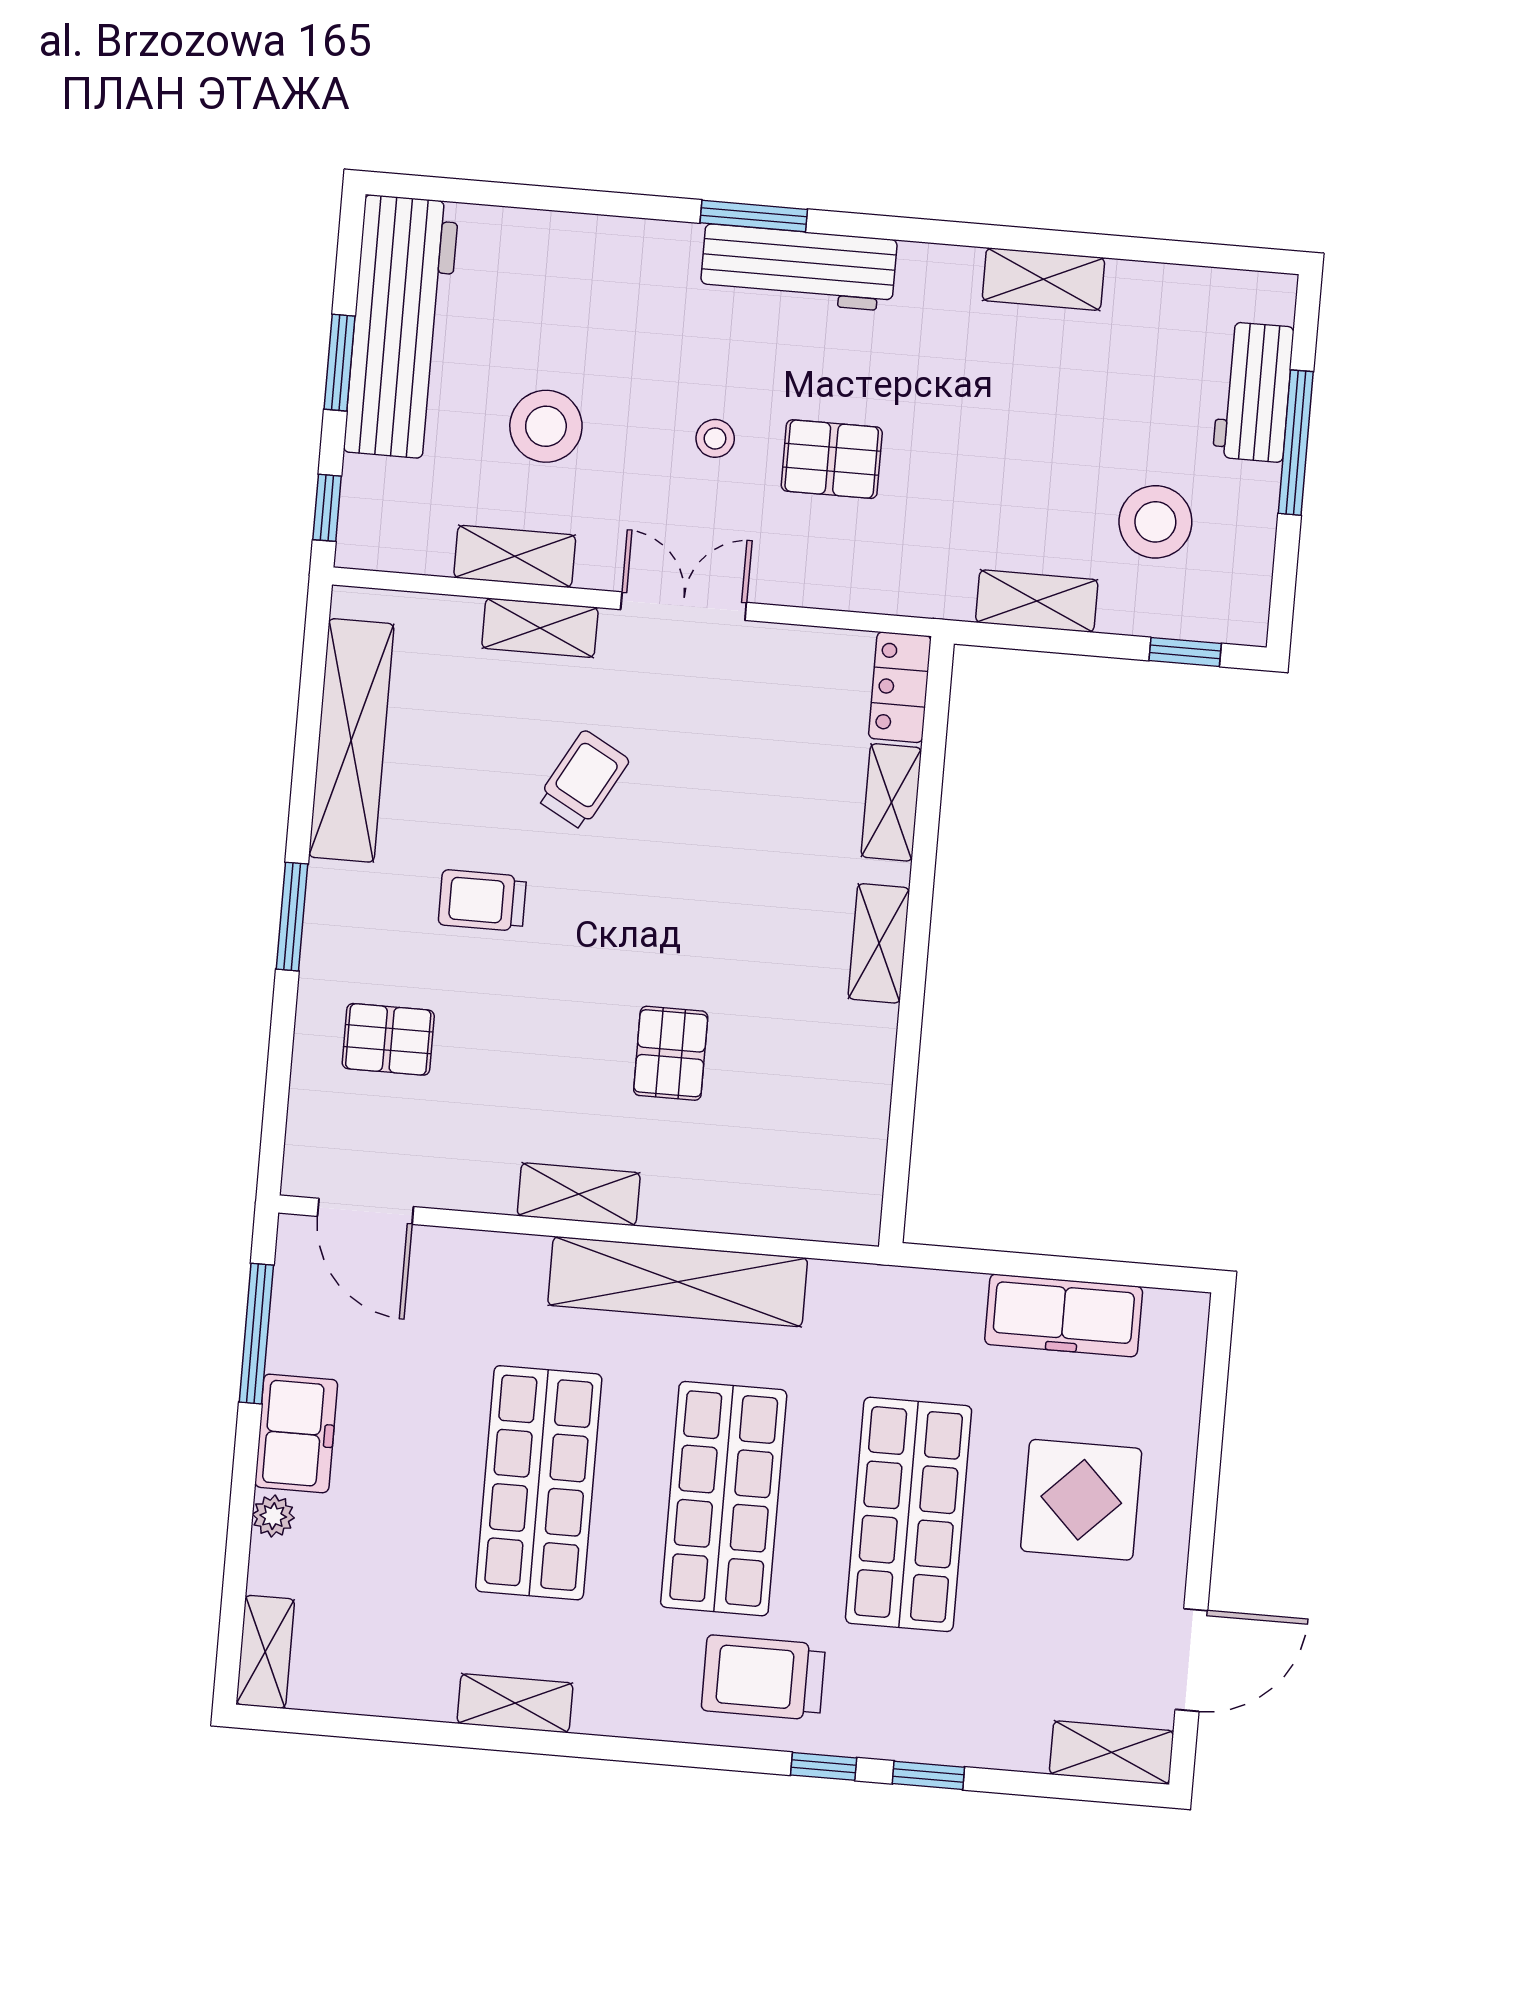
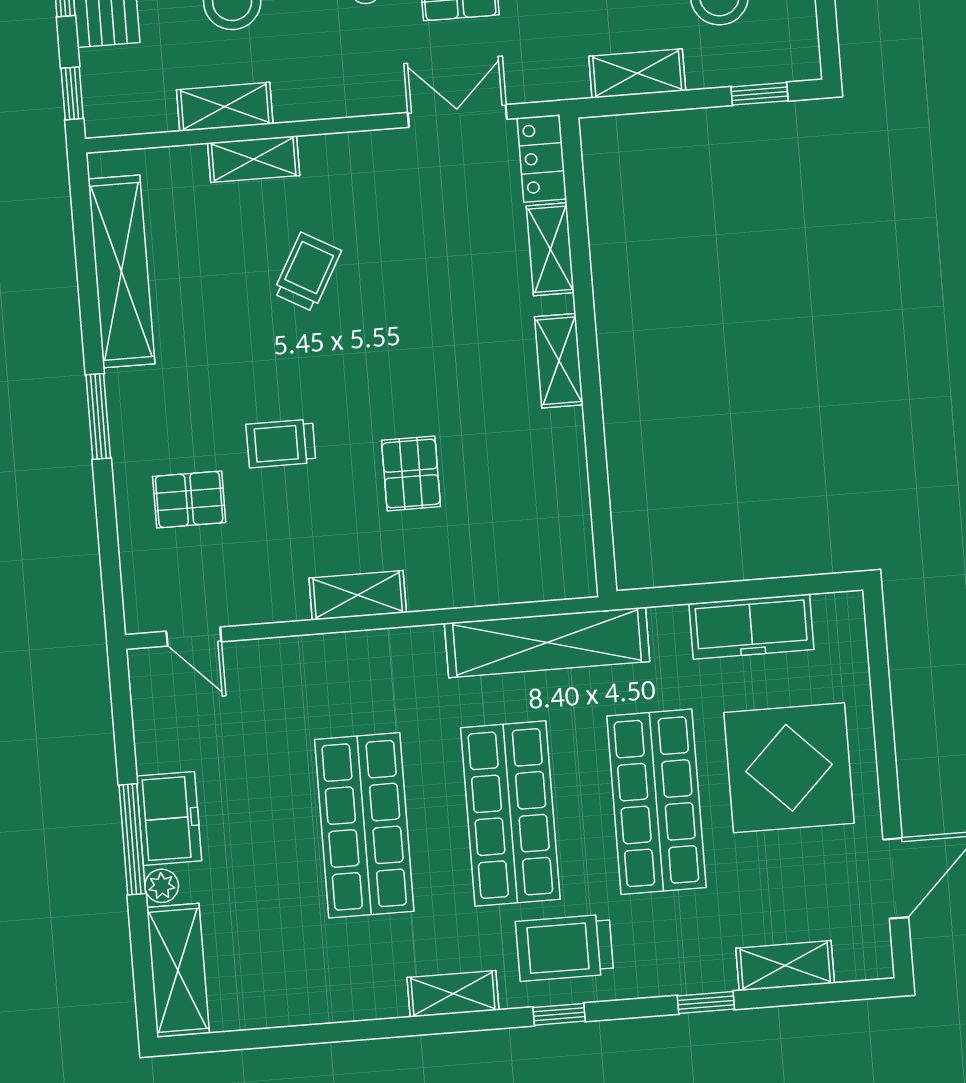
double door: (684, 606) -> (457, 116), moved
trolley: (482, 901) -> (281, 443), moved
door: (365, 1211) -> (194, 636), width x0.73
shelving: (678, 1282) -> (547, 642), moved
window: (256, 1334) -> (132, 839), moved
display table: (1081, 1500) -> (789, 768), width x1.36, depth x1.36
shelving: (265, 1652) -> (178, 970), width x1.50, depth x1.33
shelving: (515, 1703) -> (453, 994), moved
shelving: (1112, 1753) -> (785, 966), moved
window: (824, 1766) -> (559, 1014), moved

